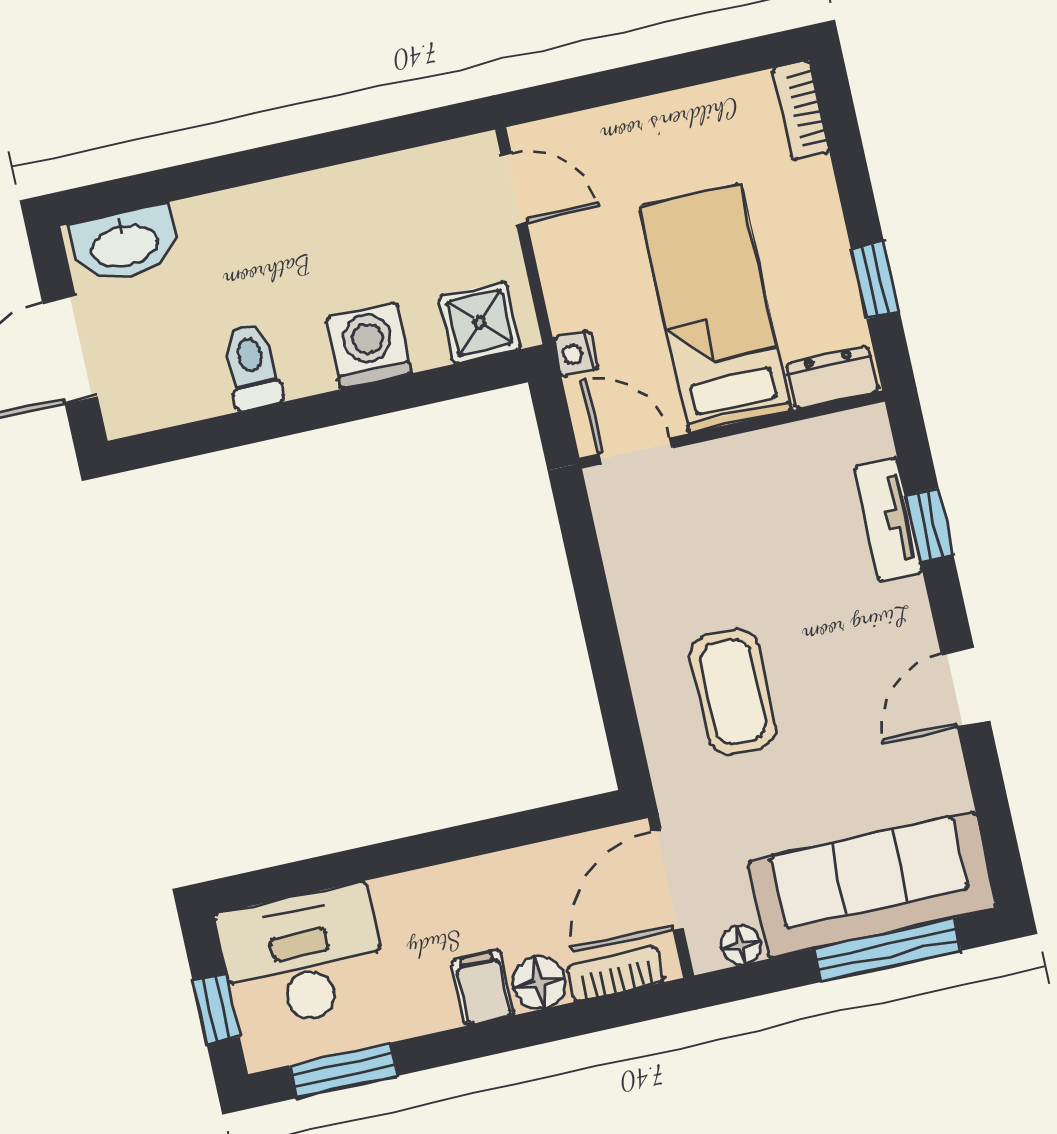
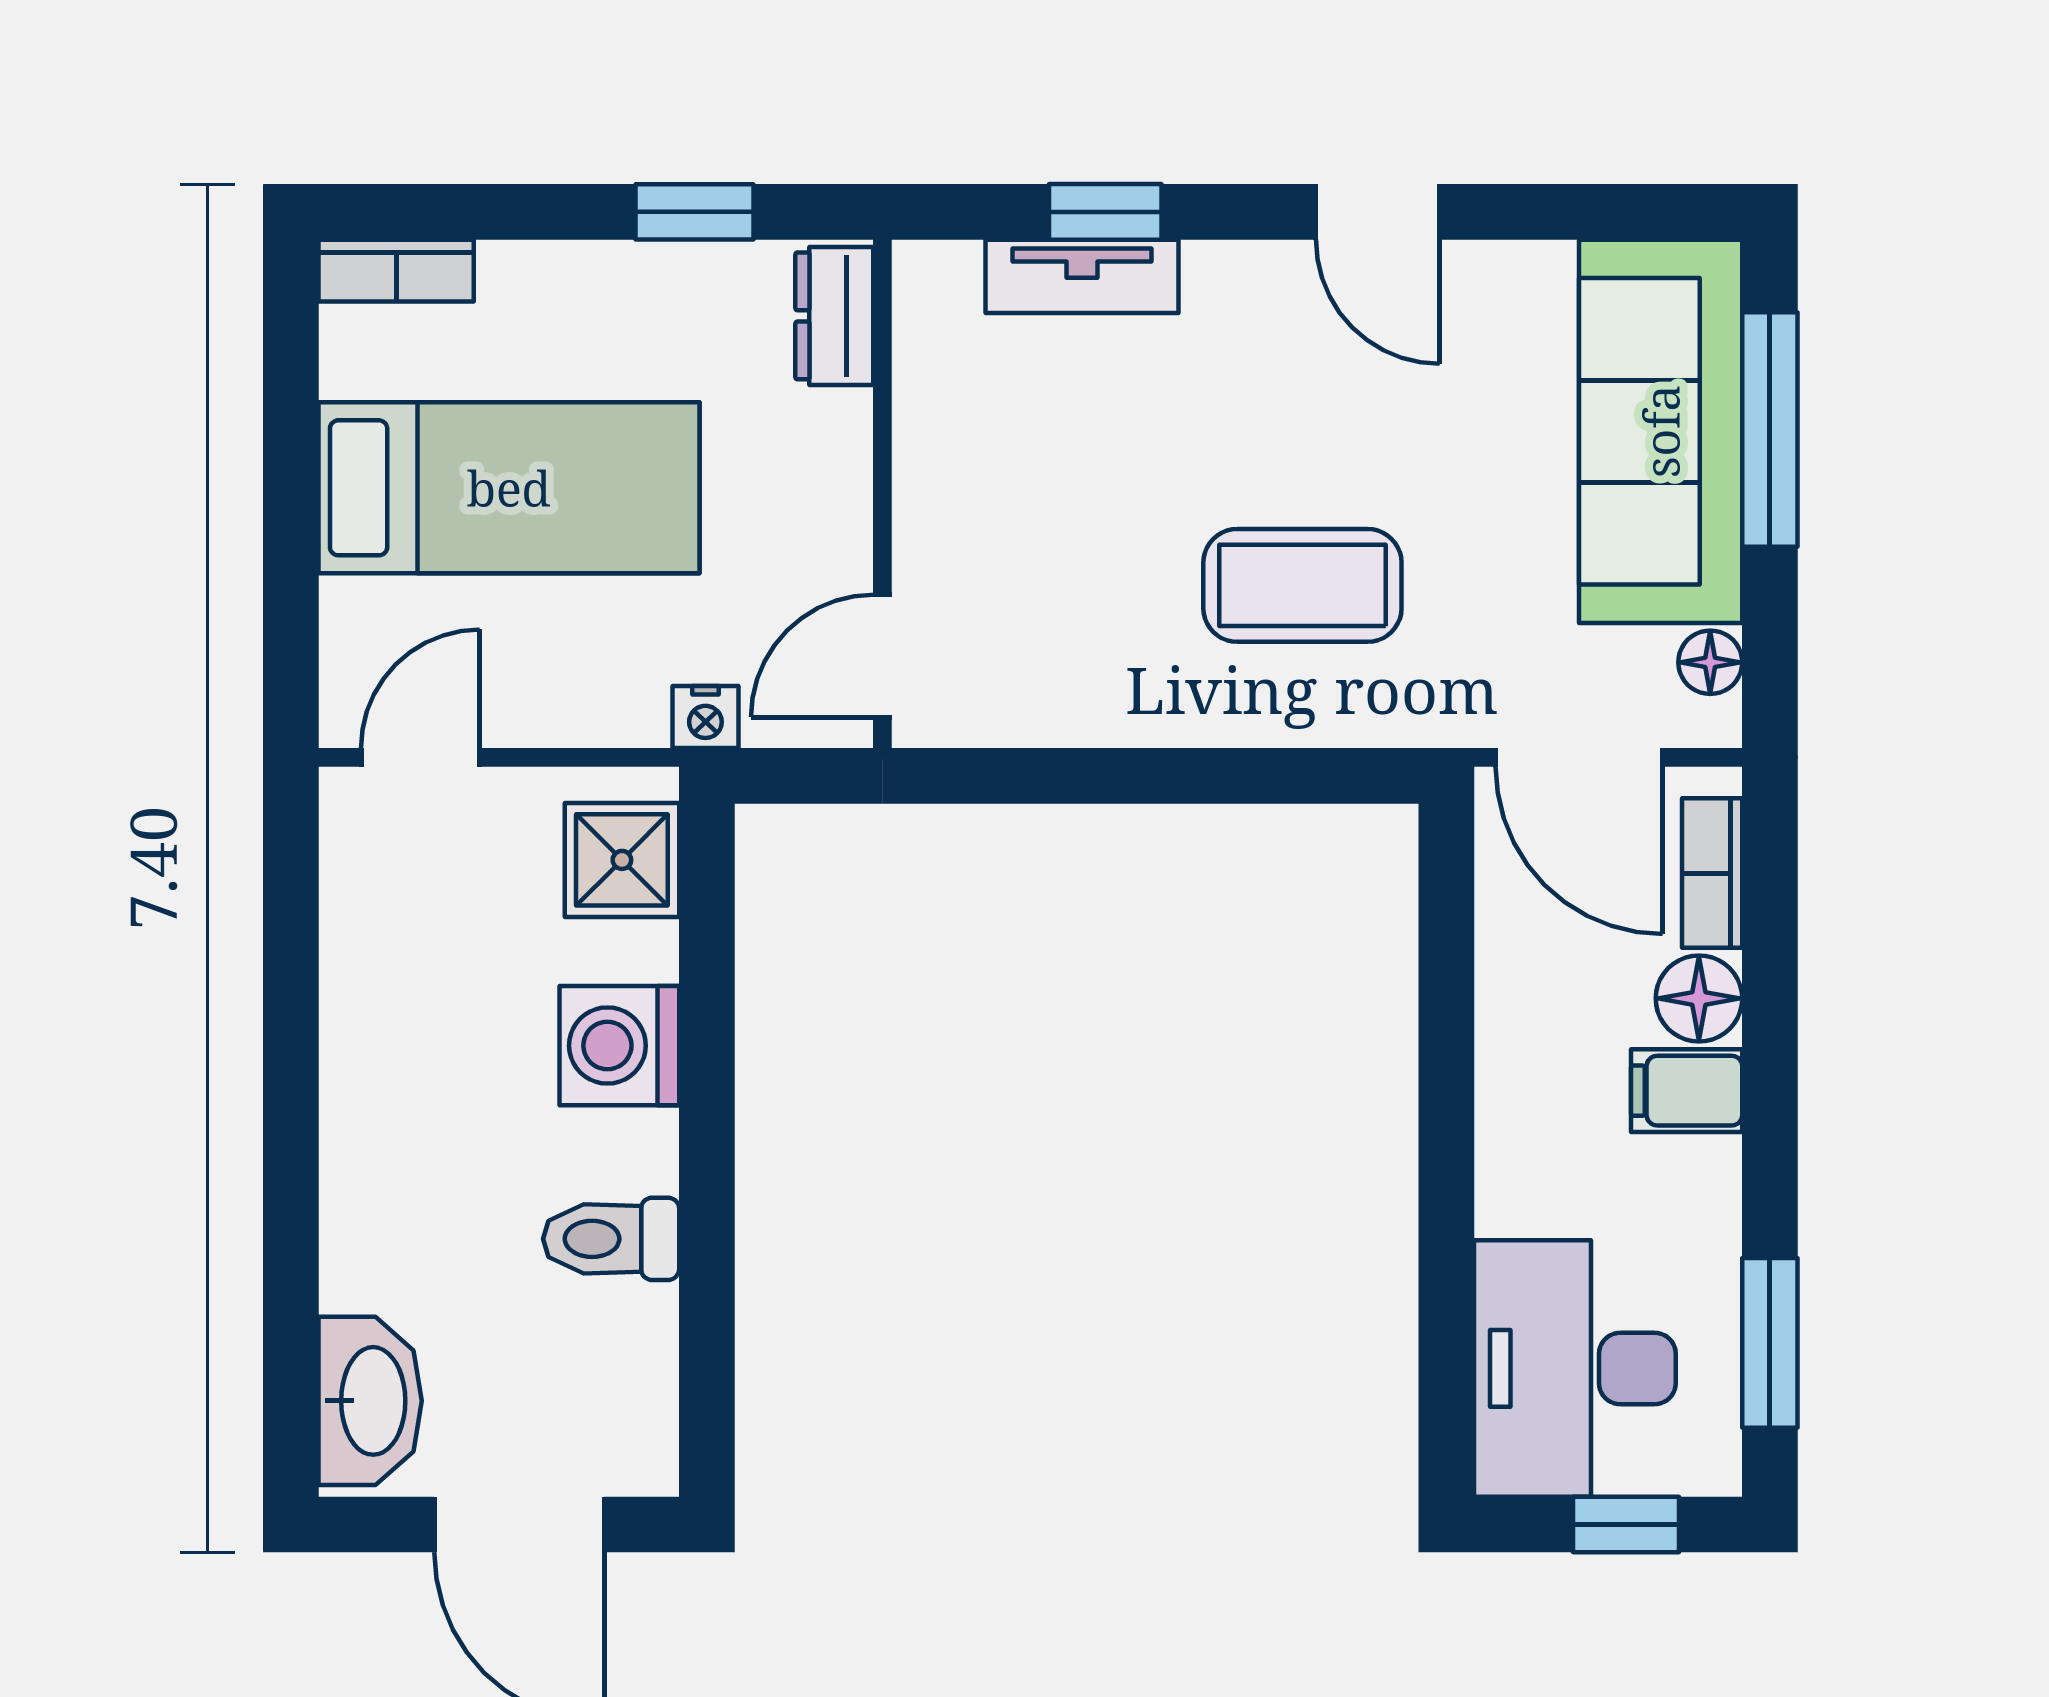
bed: (715, 308) -> (509, 488), moved, turned 180

